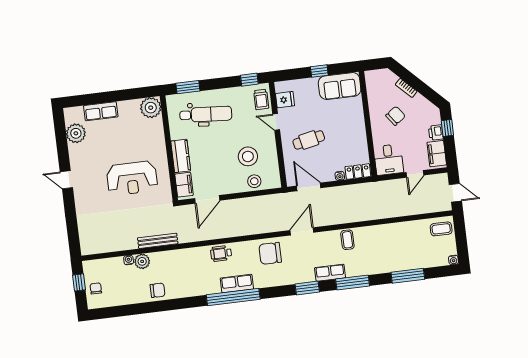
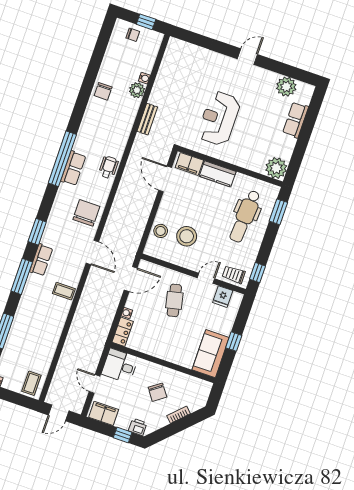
printer: (436, 133) -> (138, 427), moved
bench: (158, 241) -> (147, 119), width x0.73

